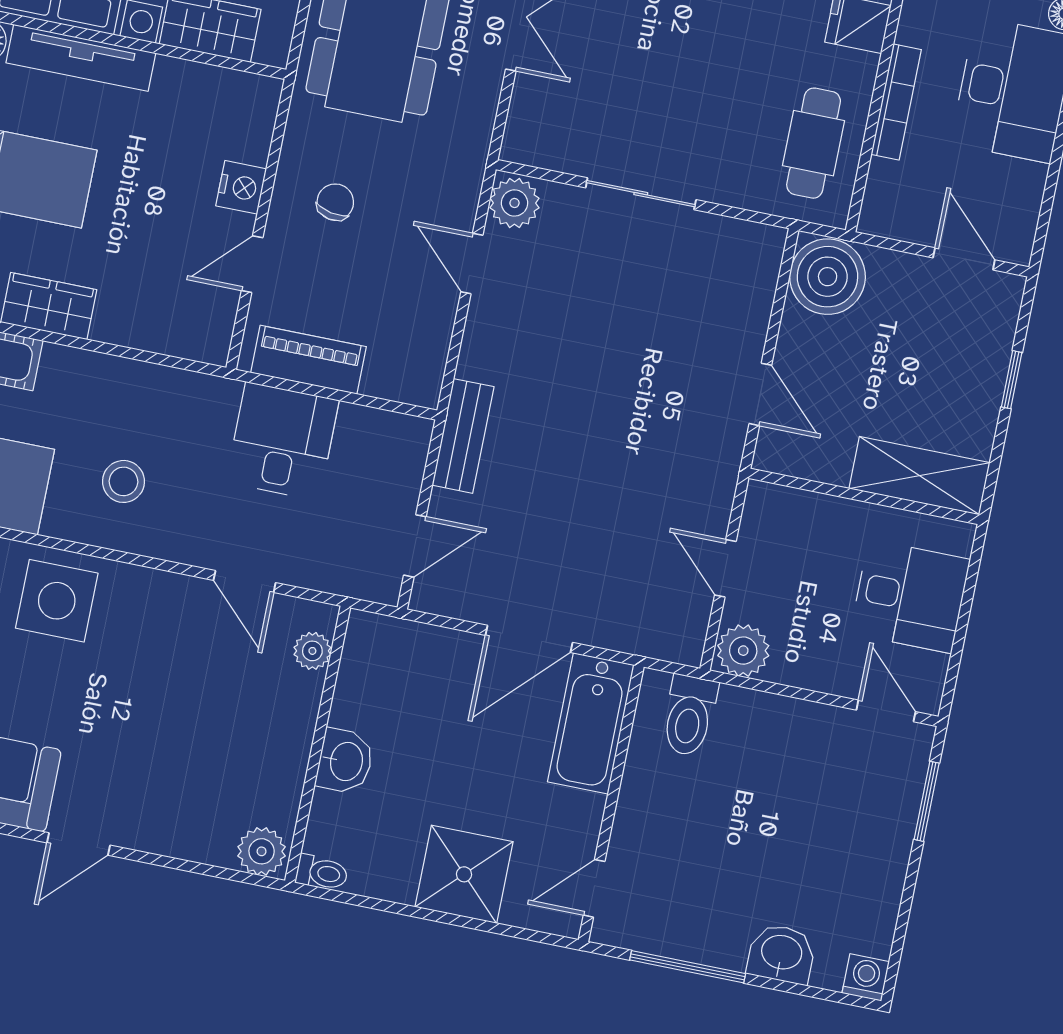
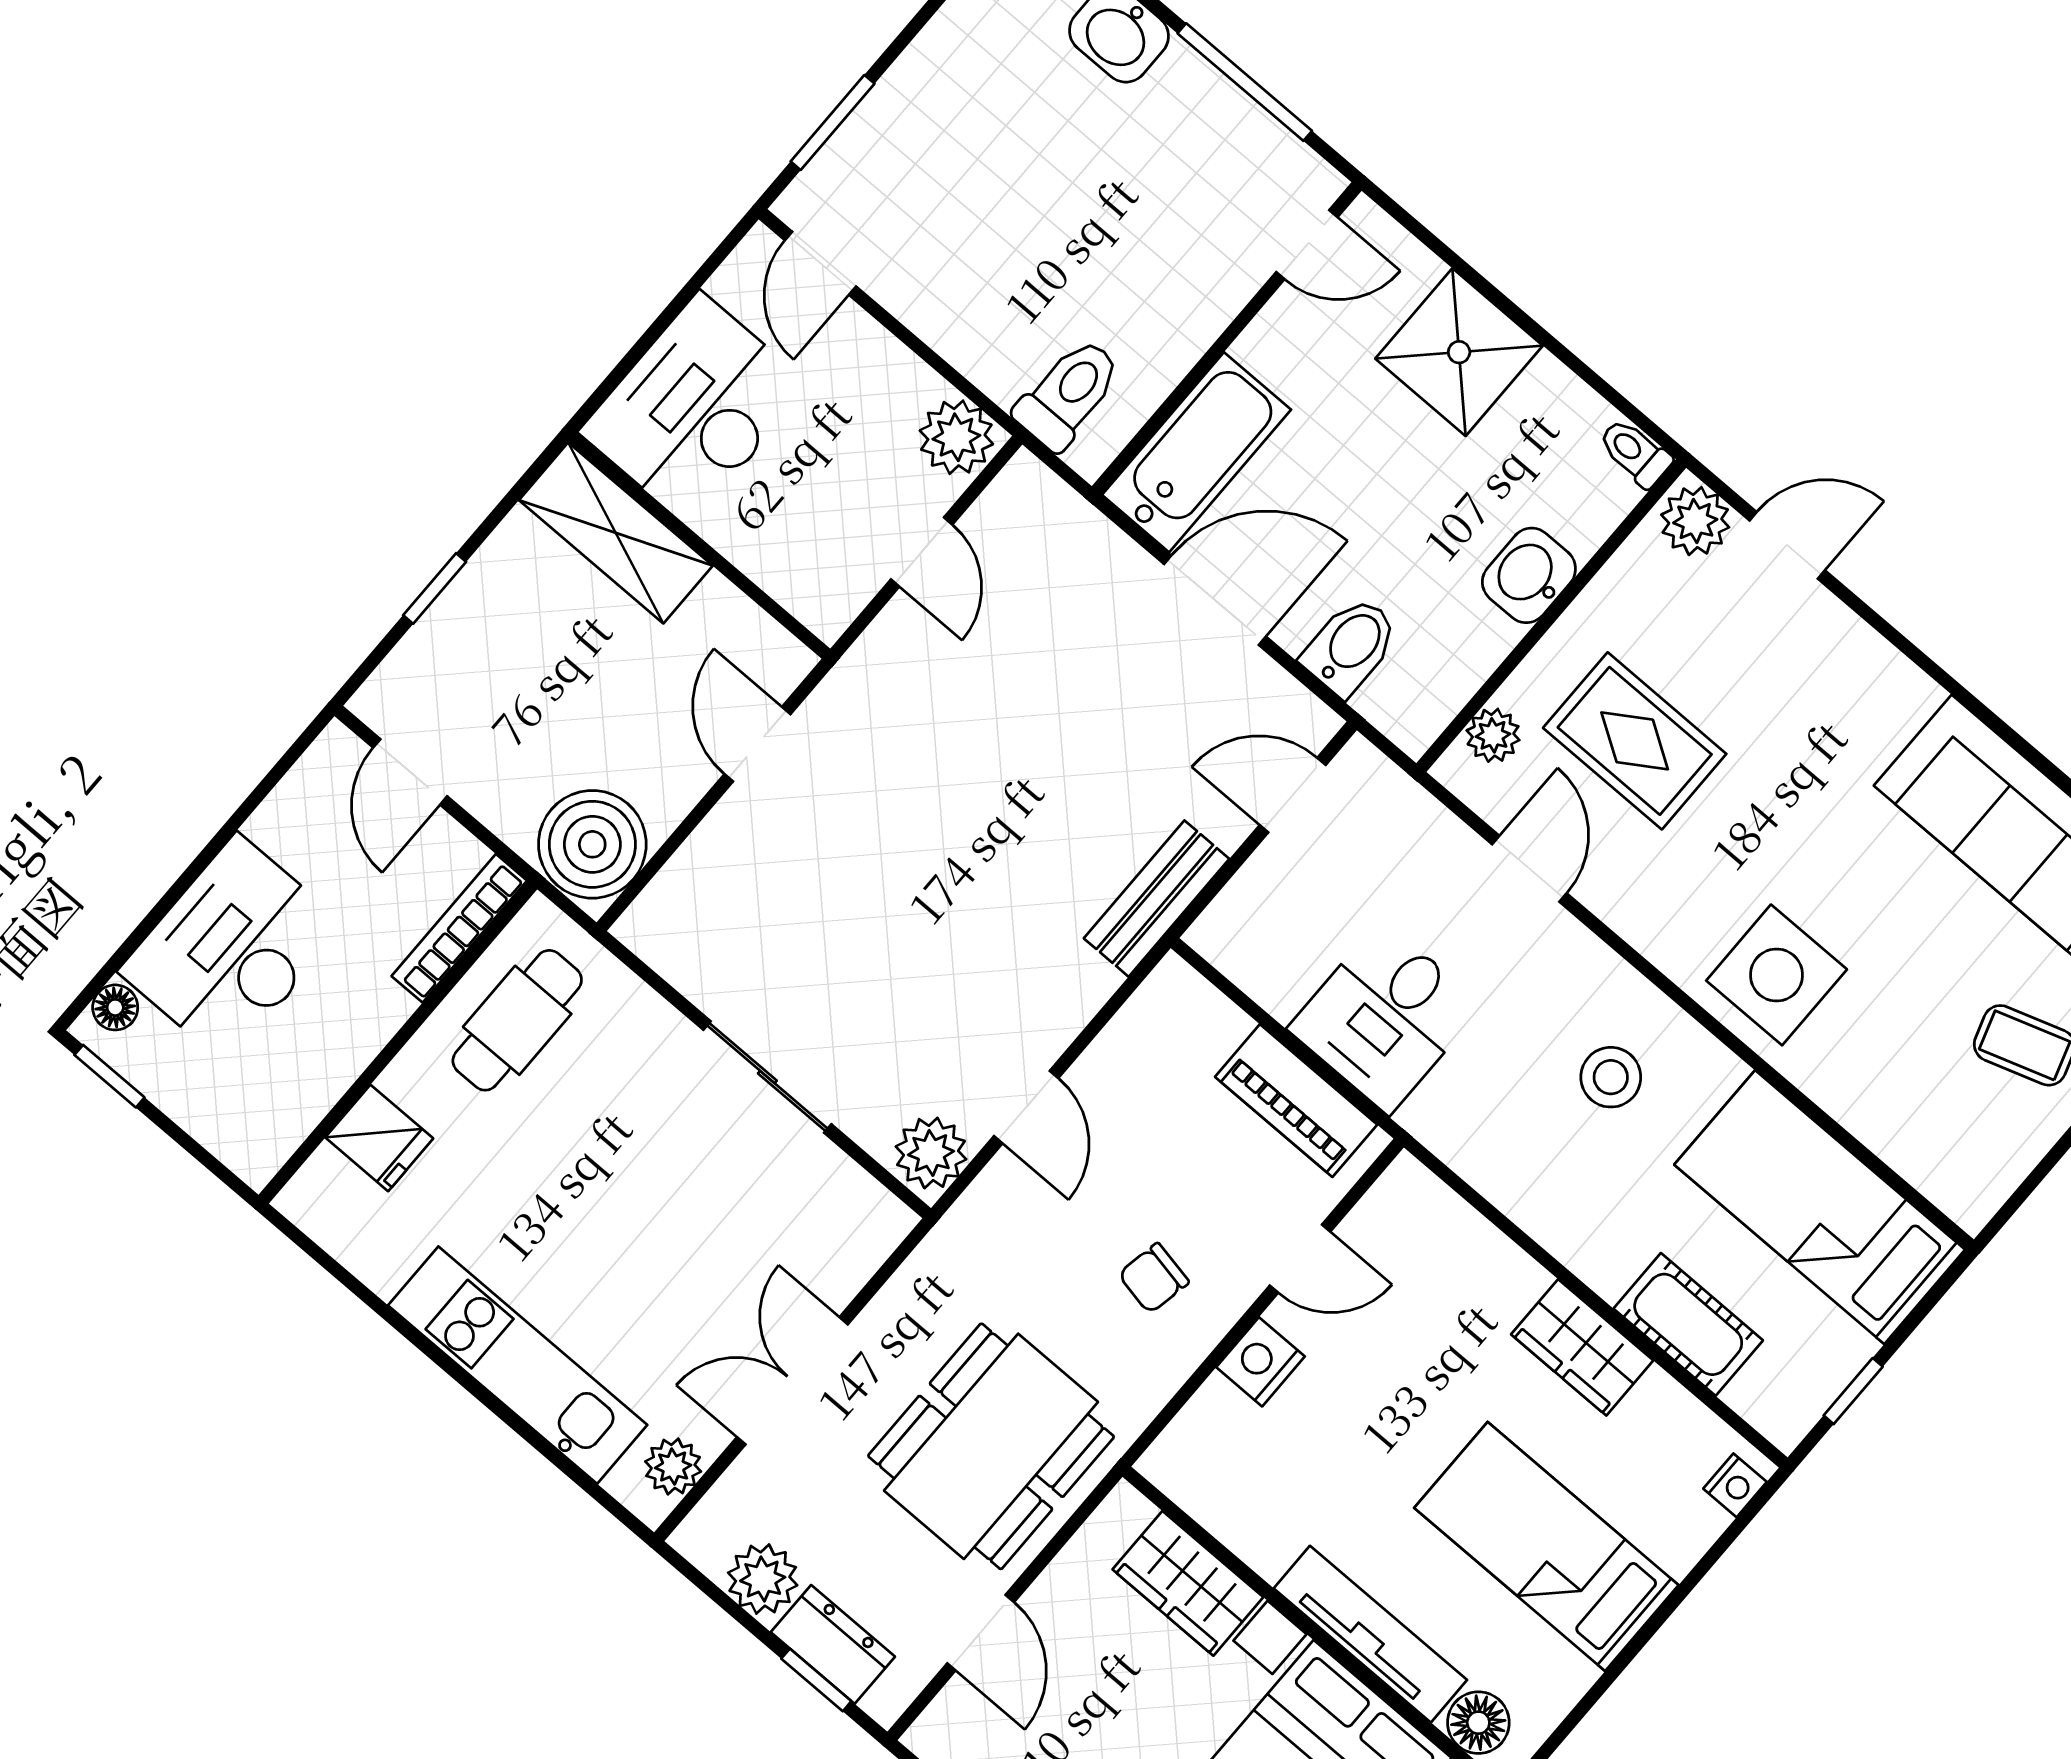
bookcase: (896, 102) -> (459, 928), moved
desk: (910, 596) -> (694, 409), width x1.37
bidet: (430, 657) -> (1351, 646), added
rug: (224, 696) -> (1635, 741), added
door: (78, 844) -> (1787, 545), moved

